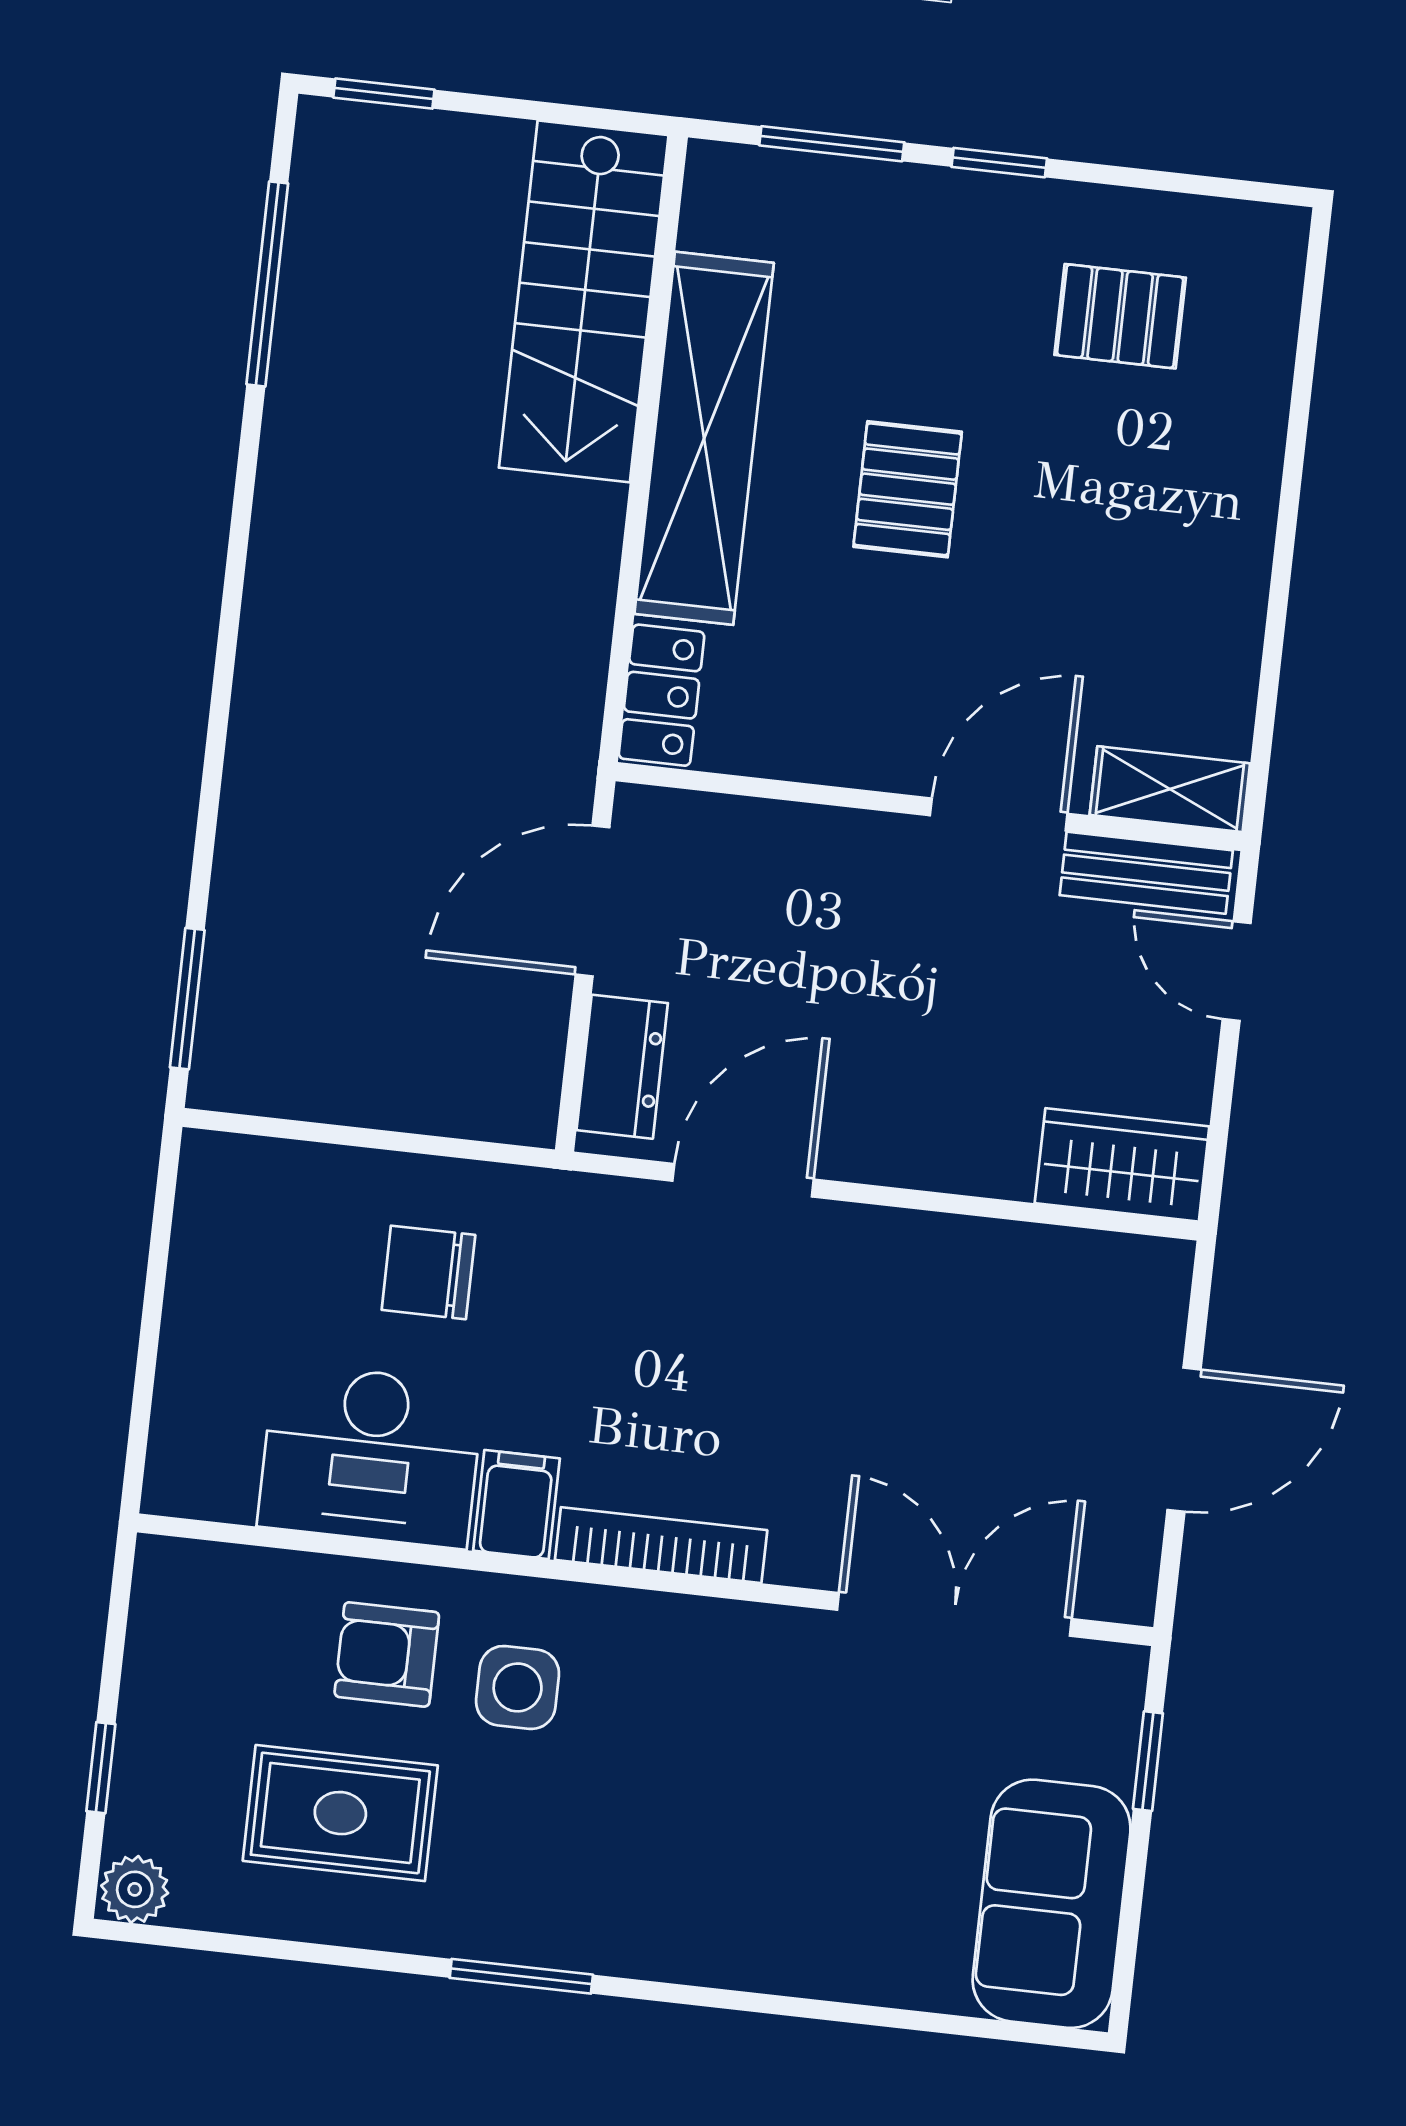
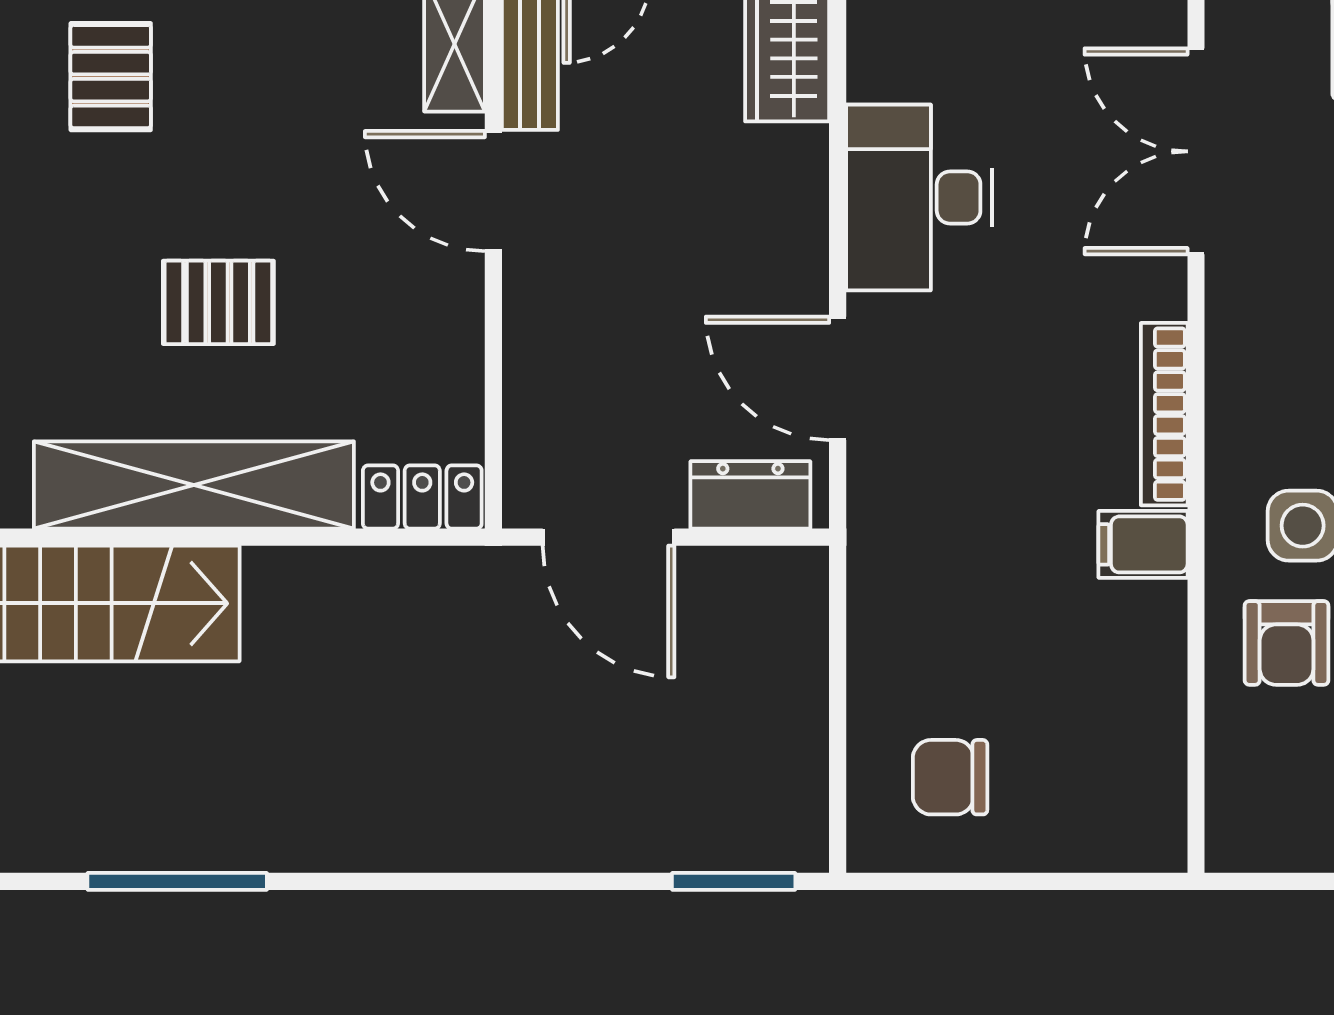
window: (267, 284) -> (177, 881), moved
pallet: (1120, 316) -> (111, 77), moved
chair: (428, 1272) -> (950, 777), moved, turned 90
desk: (371, 1456) -> (919, 198), moved, turned 180

